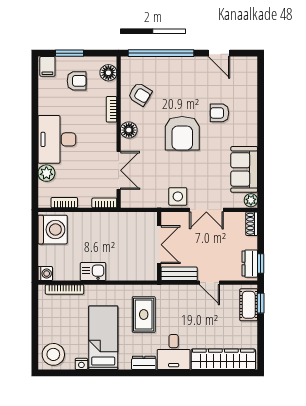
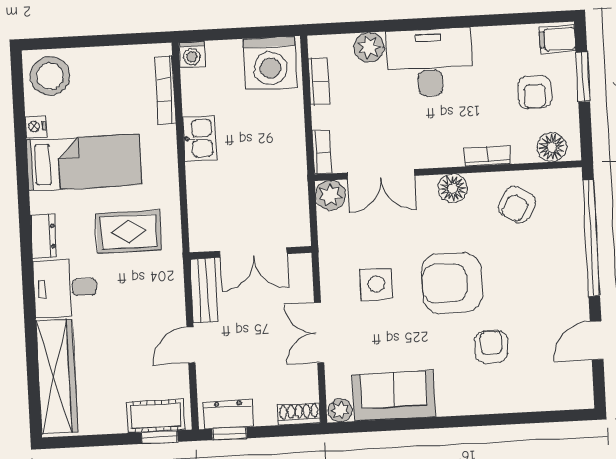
side table: (178, 196) -> (376, 284), moved
plant: (129, 199) -> (330, 195), added

